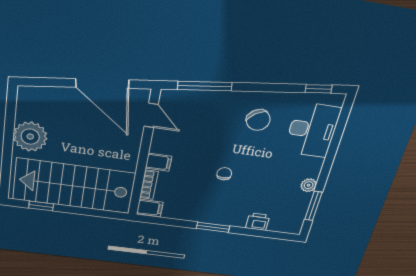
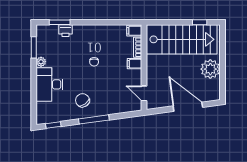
door: (102, 84) -> (188, 107), moved
window: (205, 86) -> (94, 119), moved
desk: (312, 130) -> (49, 84), moved
window: (213, 227) -> (60, 22), moved

